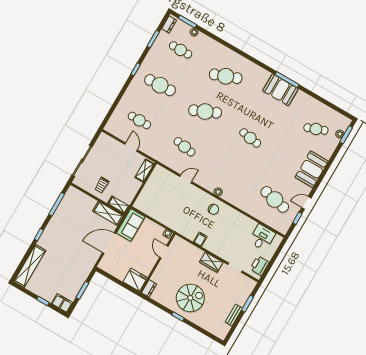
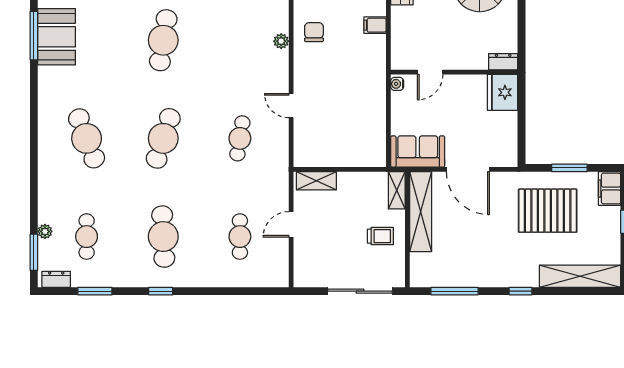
cafe table: (205, 111) -> (163, 138), turned 42
cafe table: (250, 138) -> (163, 40), width x1.37, depth x1.35
shelving: (108, 213) -> (421, 212), width x1.47
pallet: (69, 269) -> (548, 211), added

